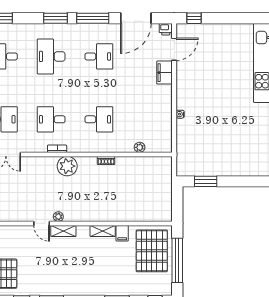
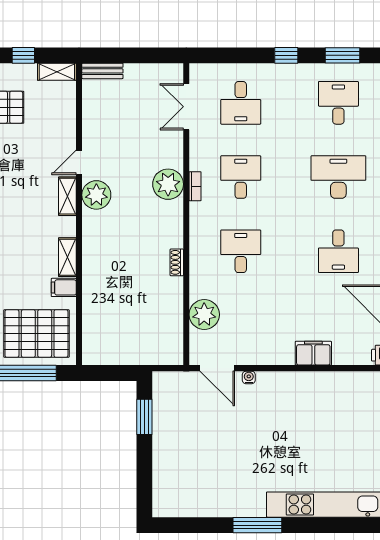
door: (174, 49) -> (217, 368), moved
desk: (99, 119) -> (241, 251), turned 180
plant: (140, 147) -> (204, 315), width x1.88, depth x1.88
plant: (67, 166) -> (168, 184), moved
plant: (58, 217) -> (96, 195), width x1.88, depth x1.88

